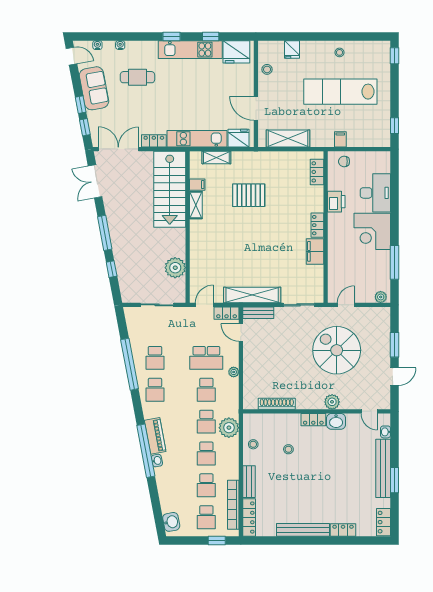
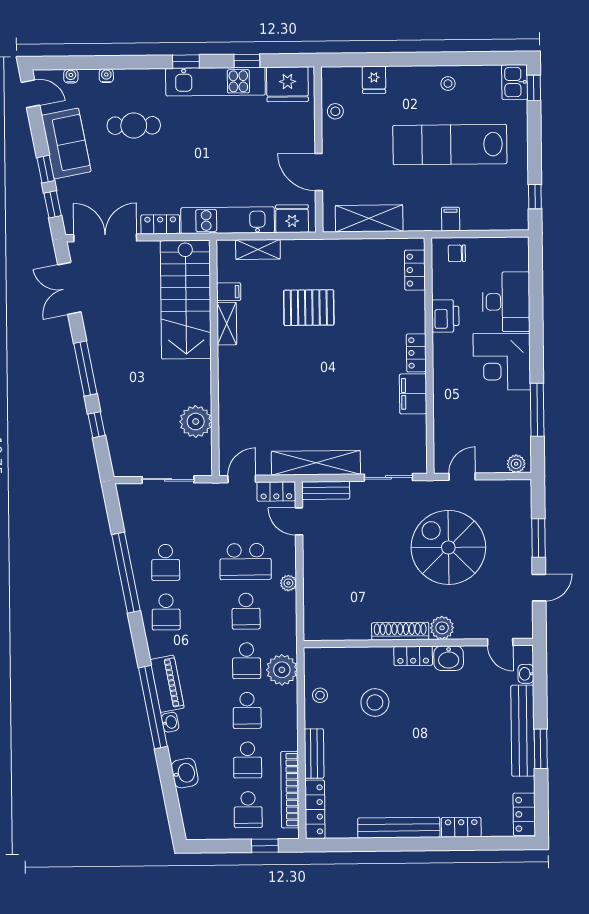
kitchen sink: (382, 52) -> (515, 82), added
shoe rack: (277, 404) -> (400, 631), moved
stool: (288, 449) -> (375, 702), width x1.89, depth x1.89
washbasin: (171, 522) -> (185, 773), moved

